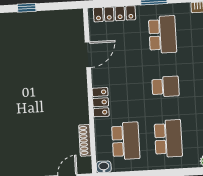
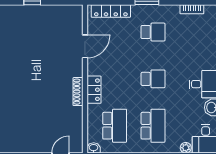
school desk: (163, 35) -> (153, 32), width x0.54
shoe rack: (85, 140) -> (78, 92), moved

